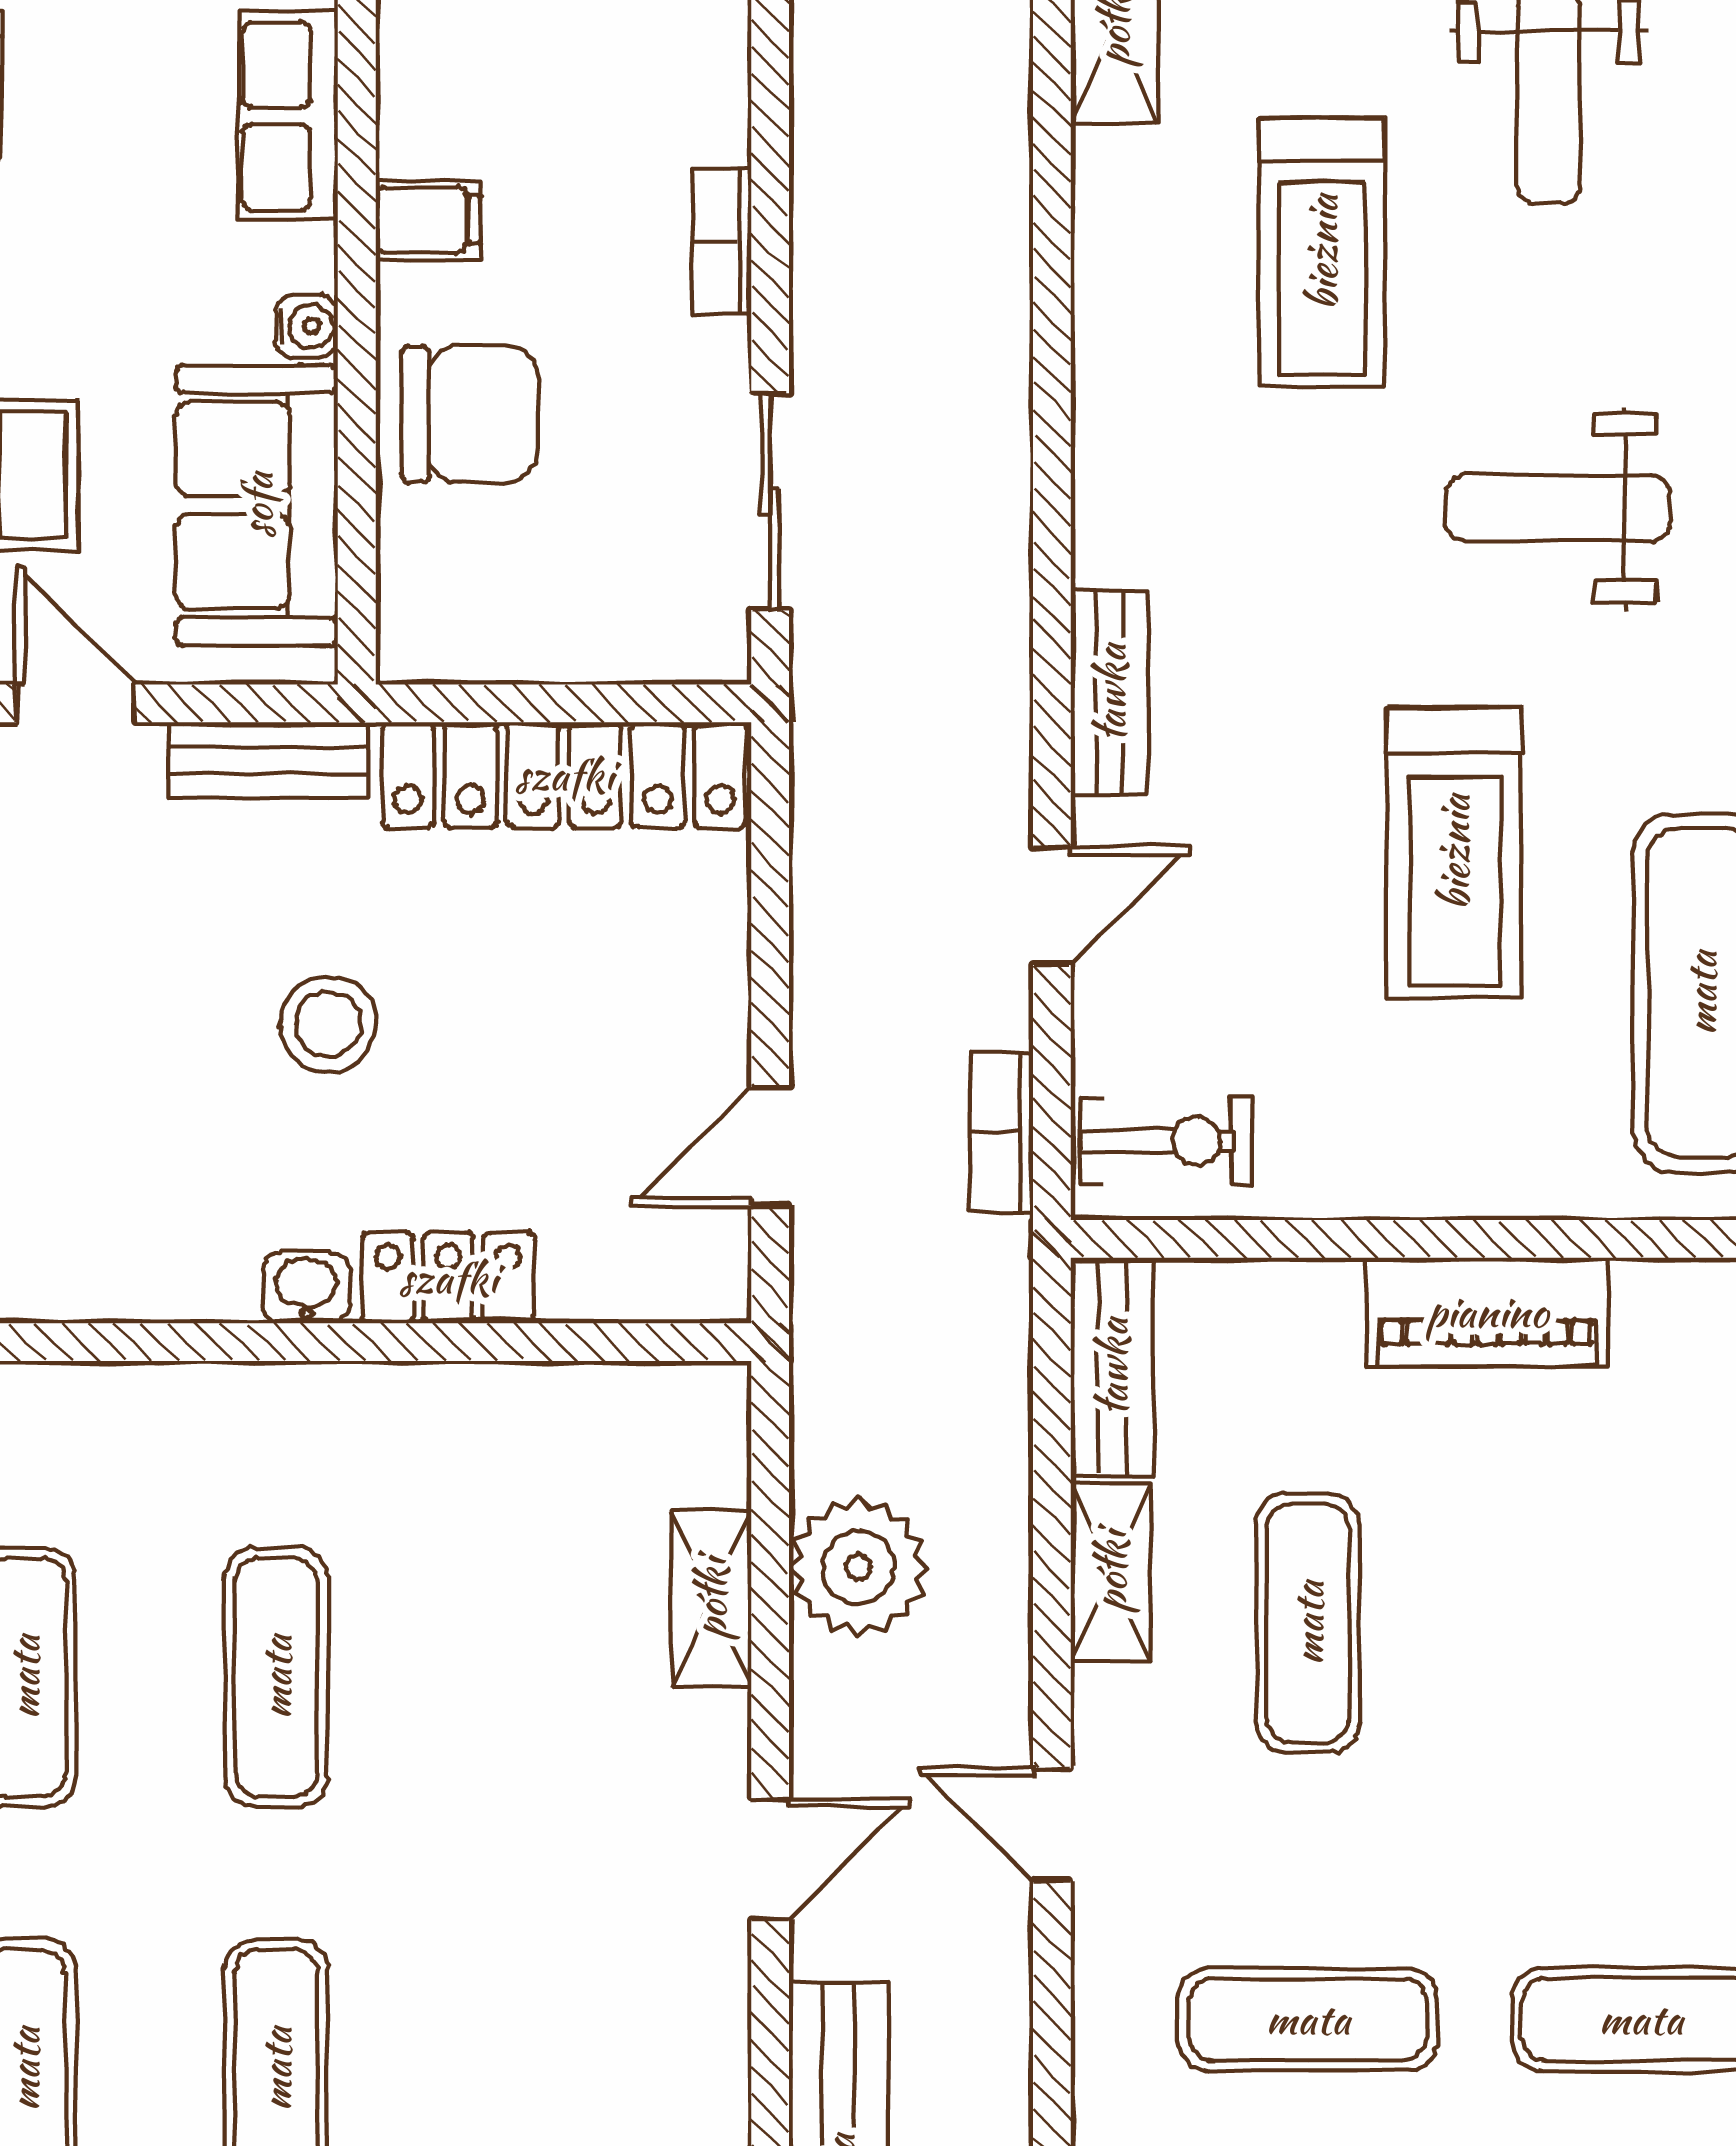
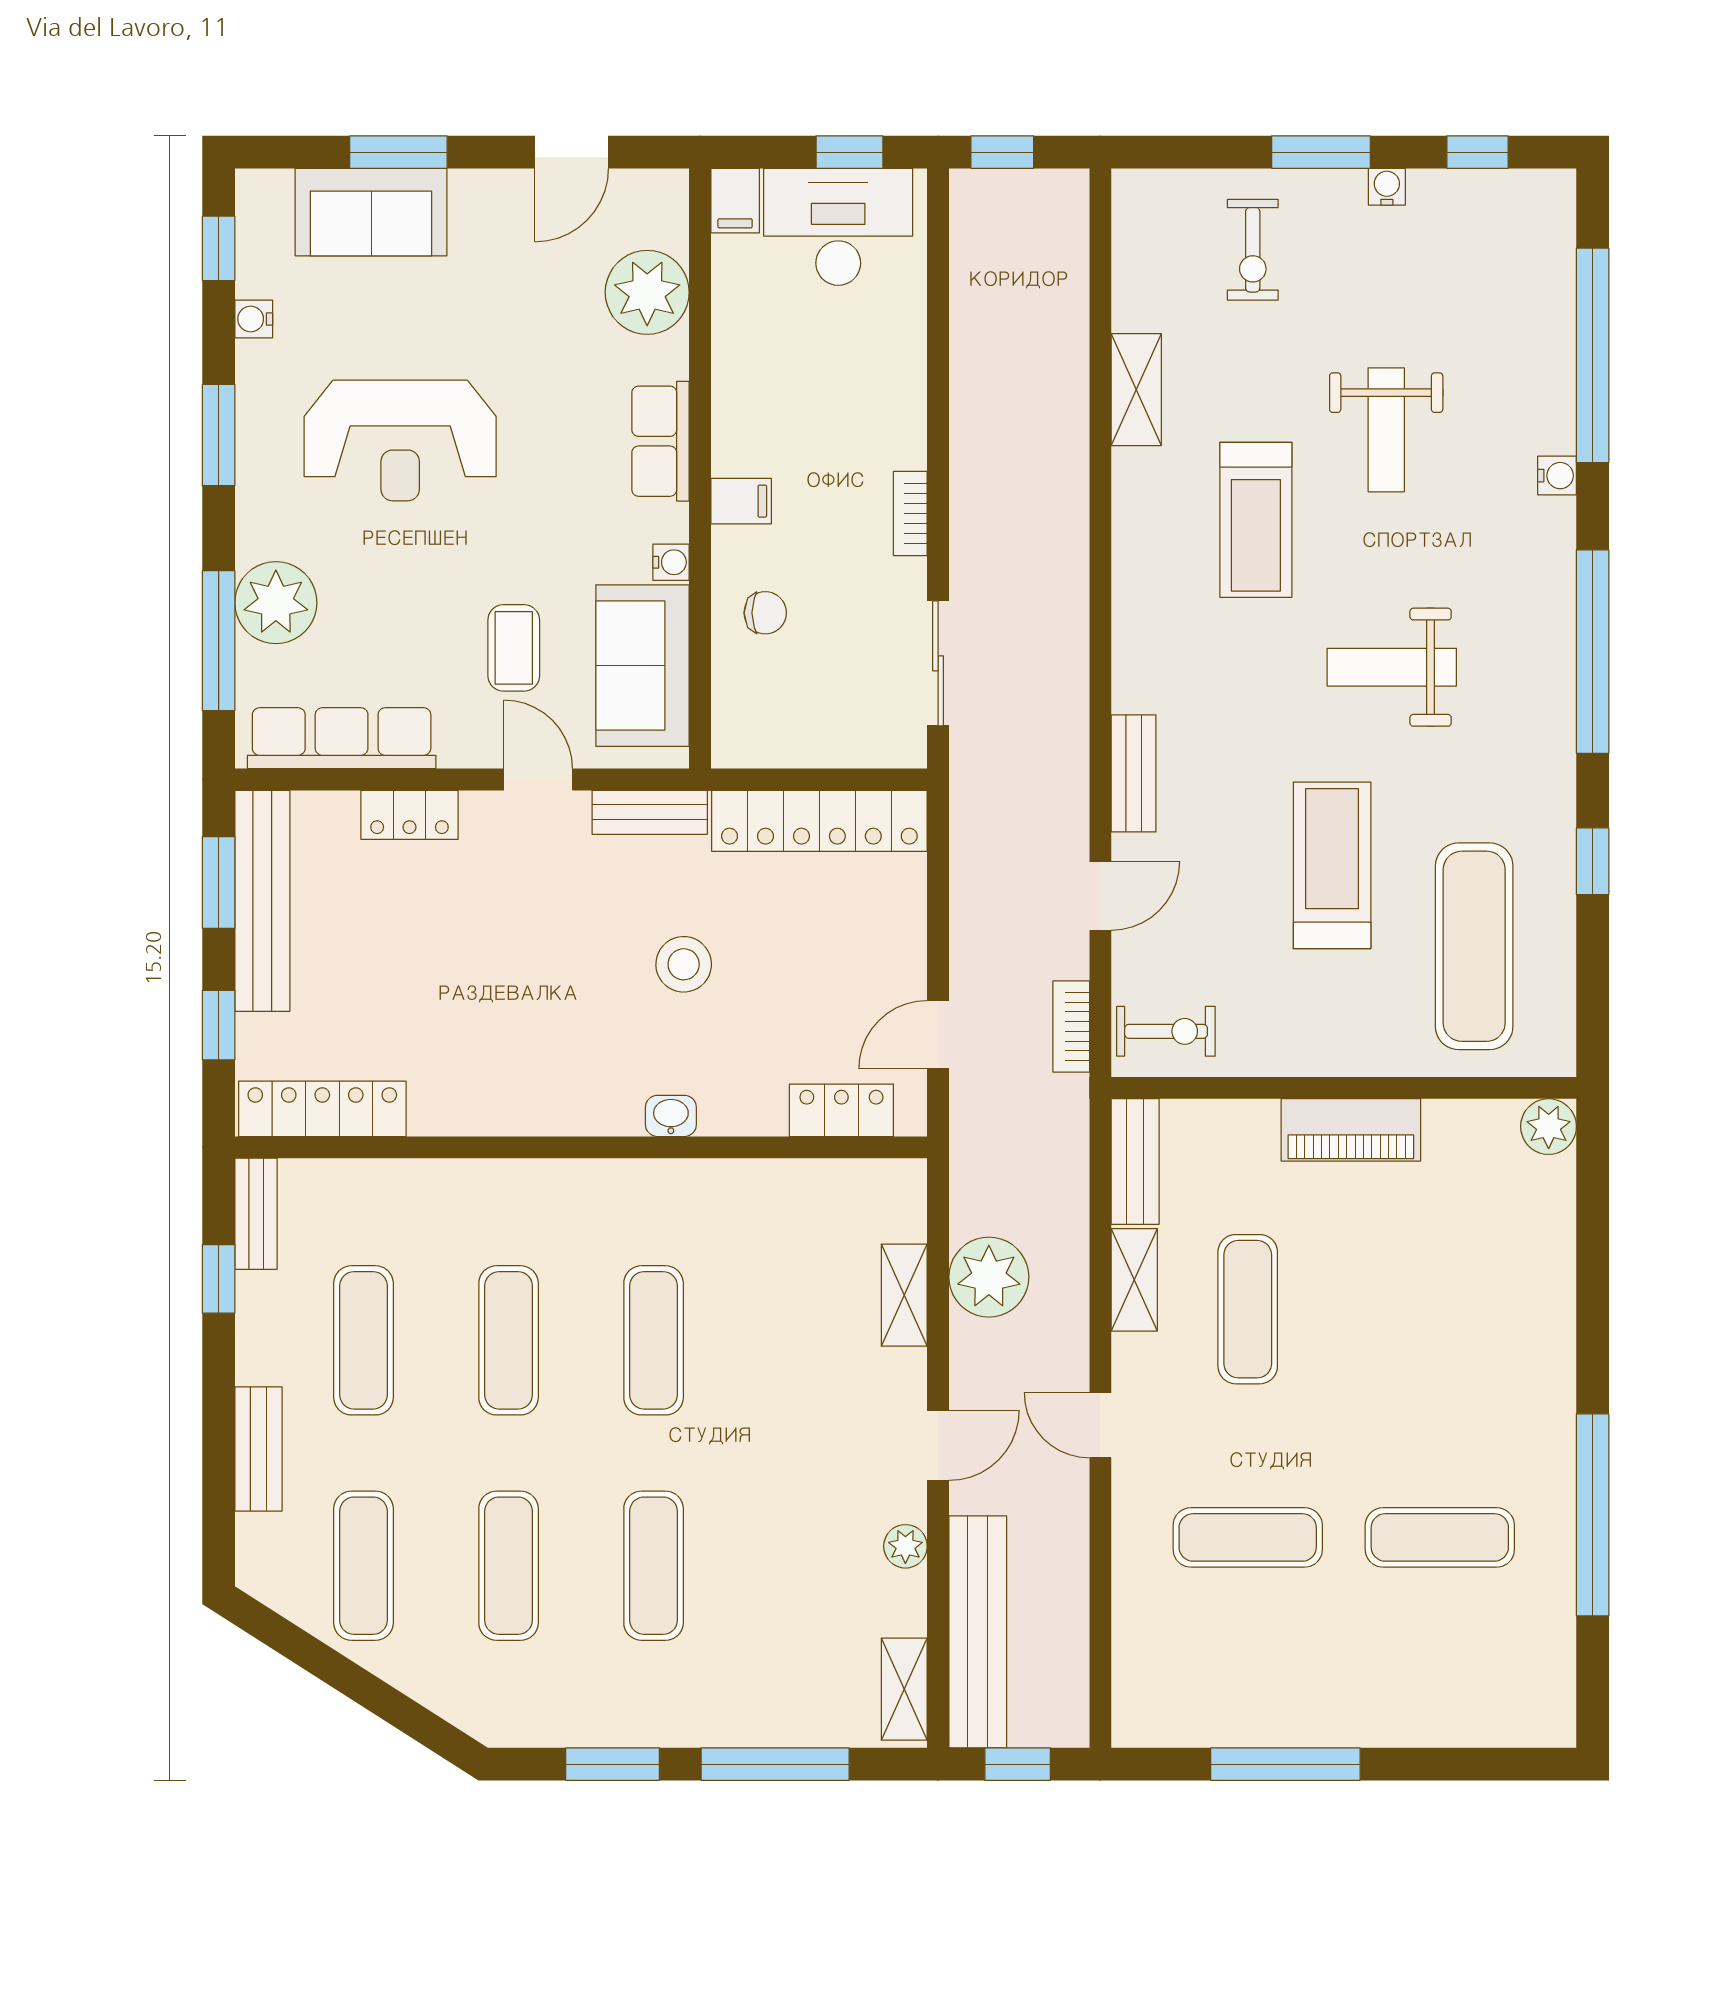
chair: (470, 414) -> (765, 613), width x0.54, depth x0.54
treadmill: (1454, 852) -> (1332, 865), turned 180
locker: (448, 1278) -> (841, 1110), moved
plant: (713, 2035) -> (905, 1546), added

